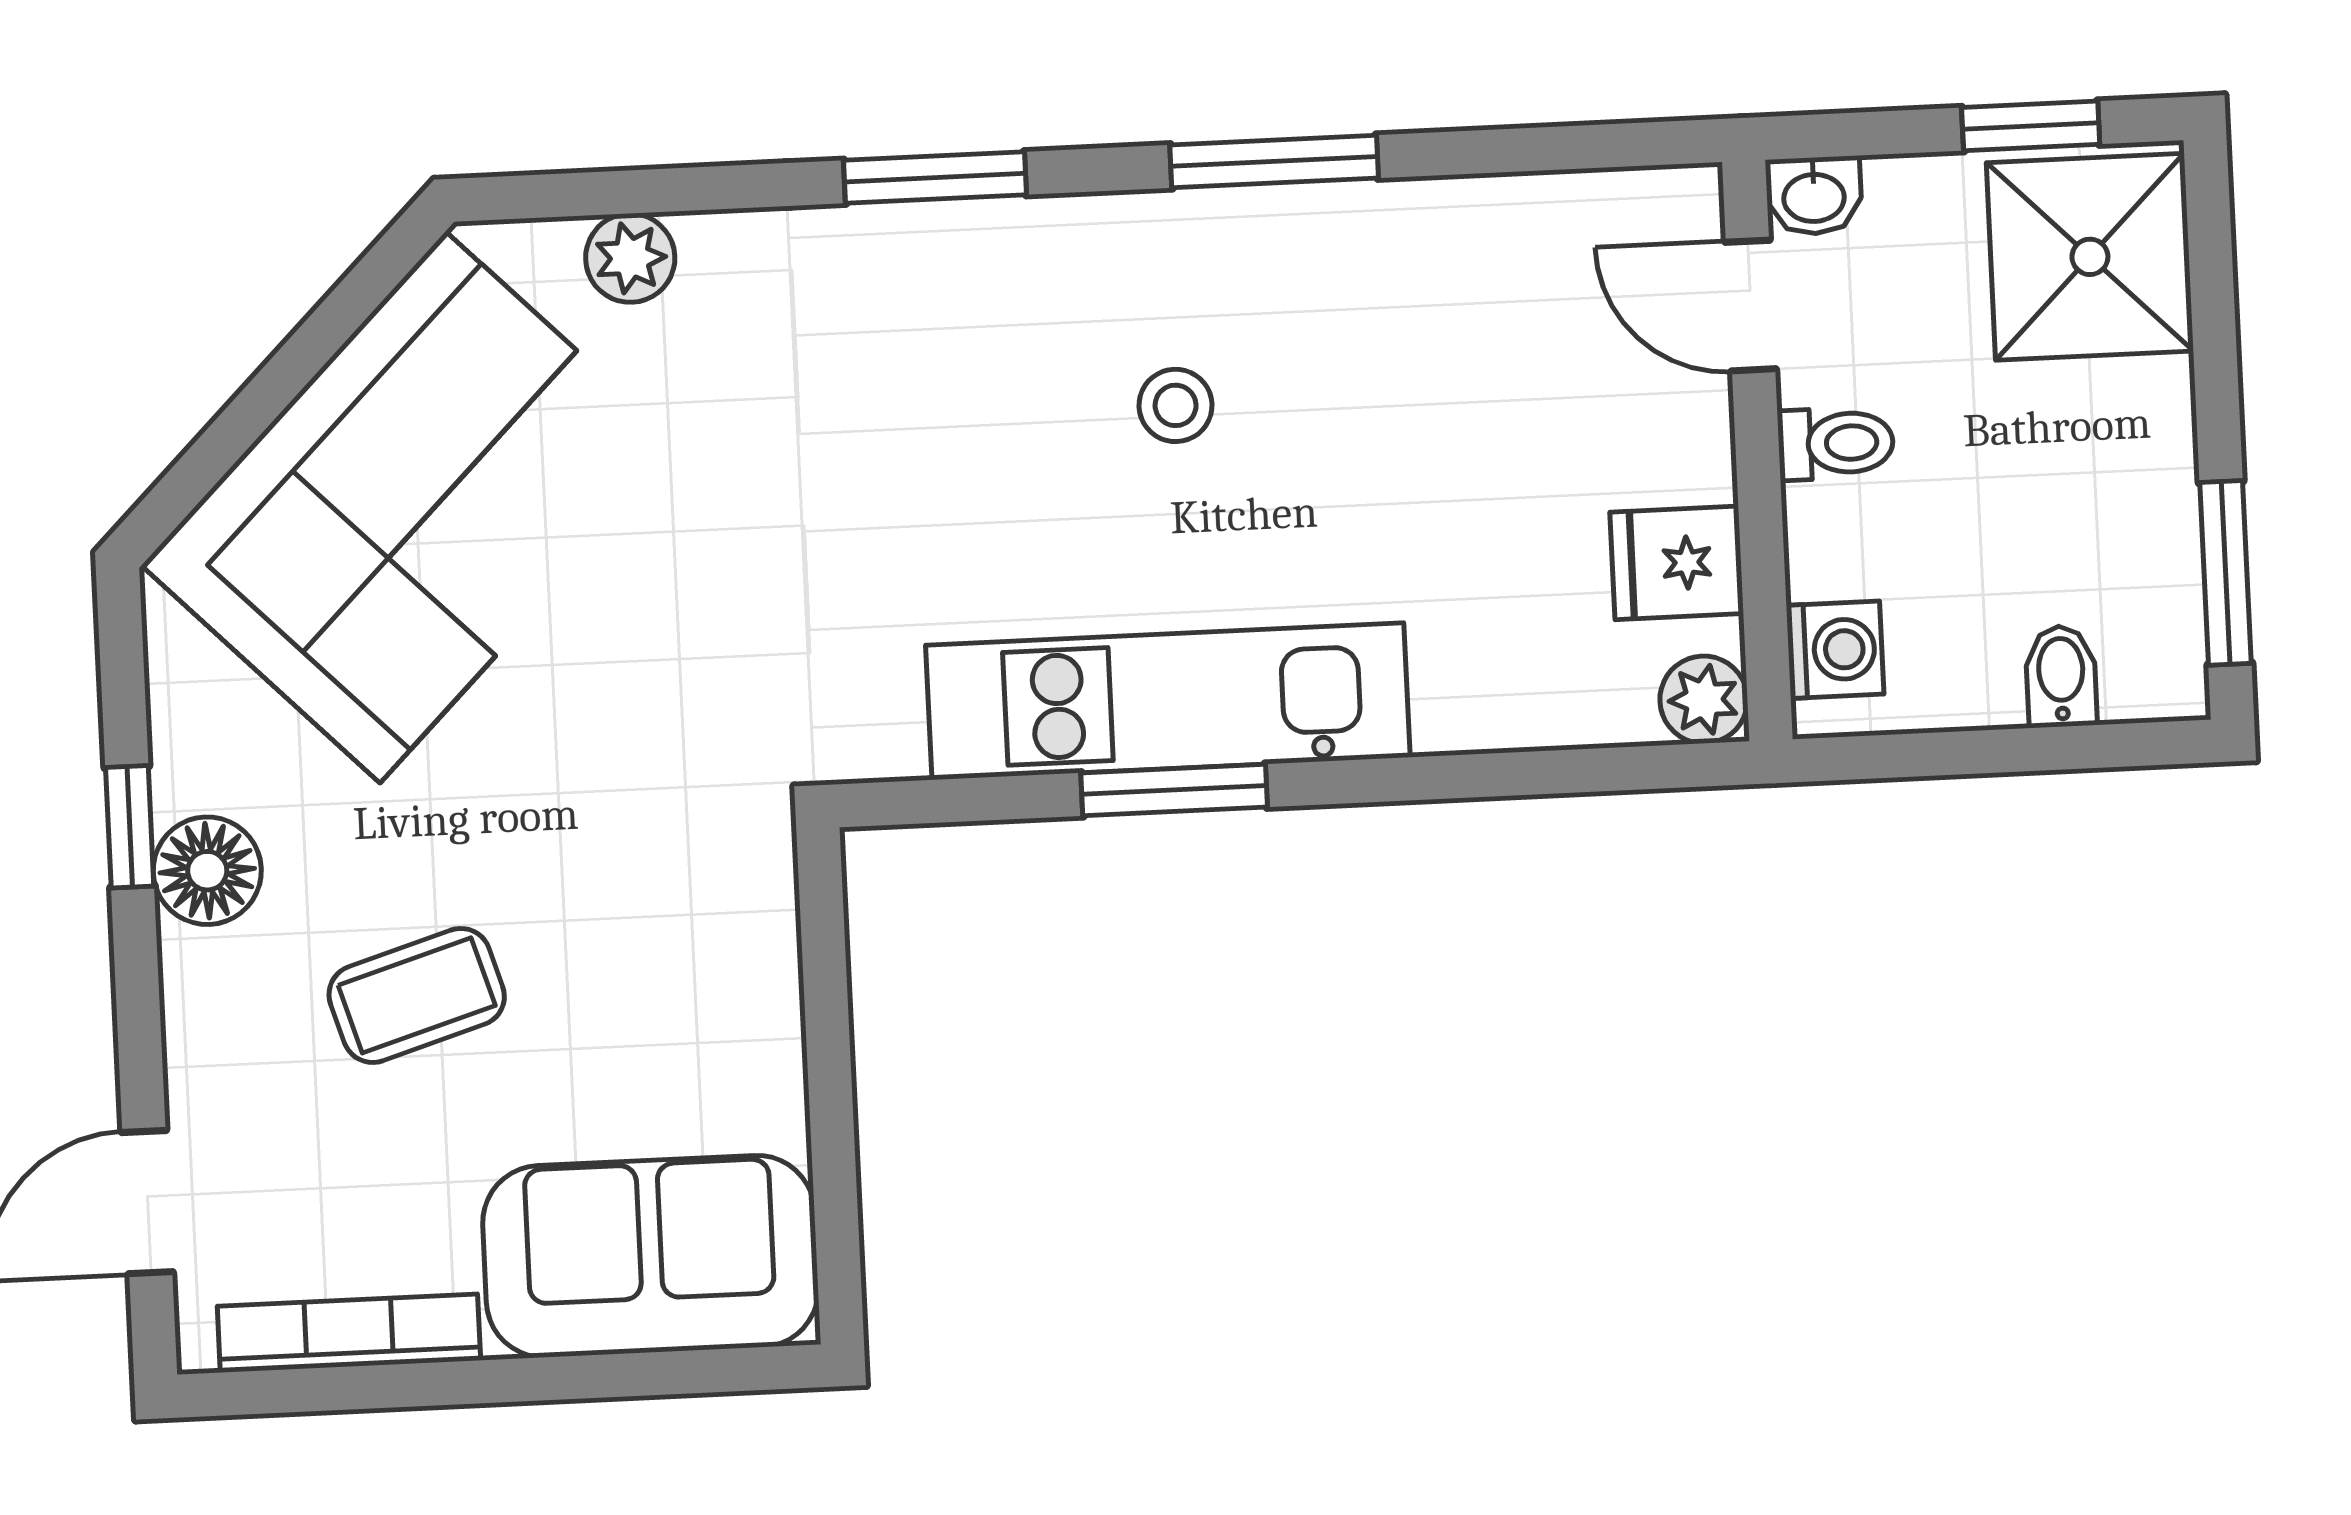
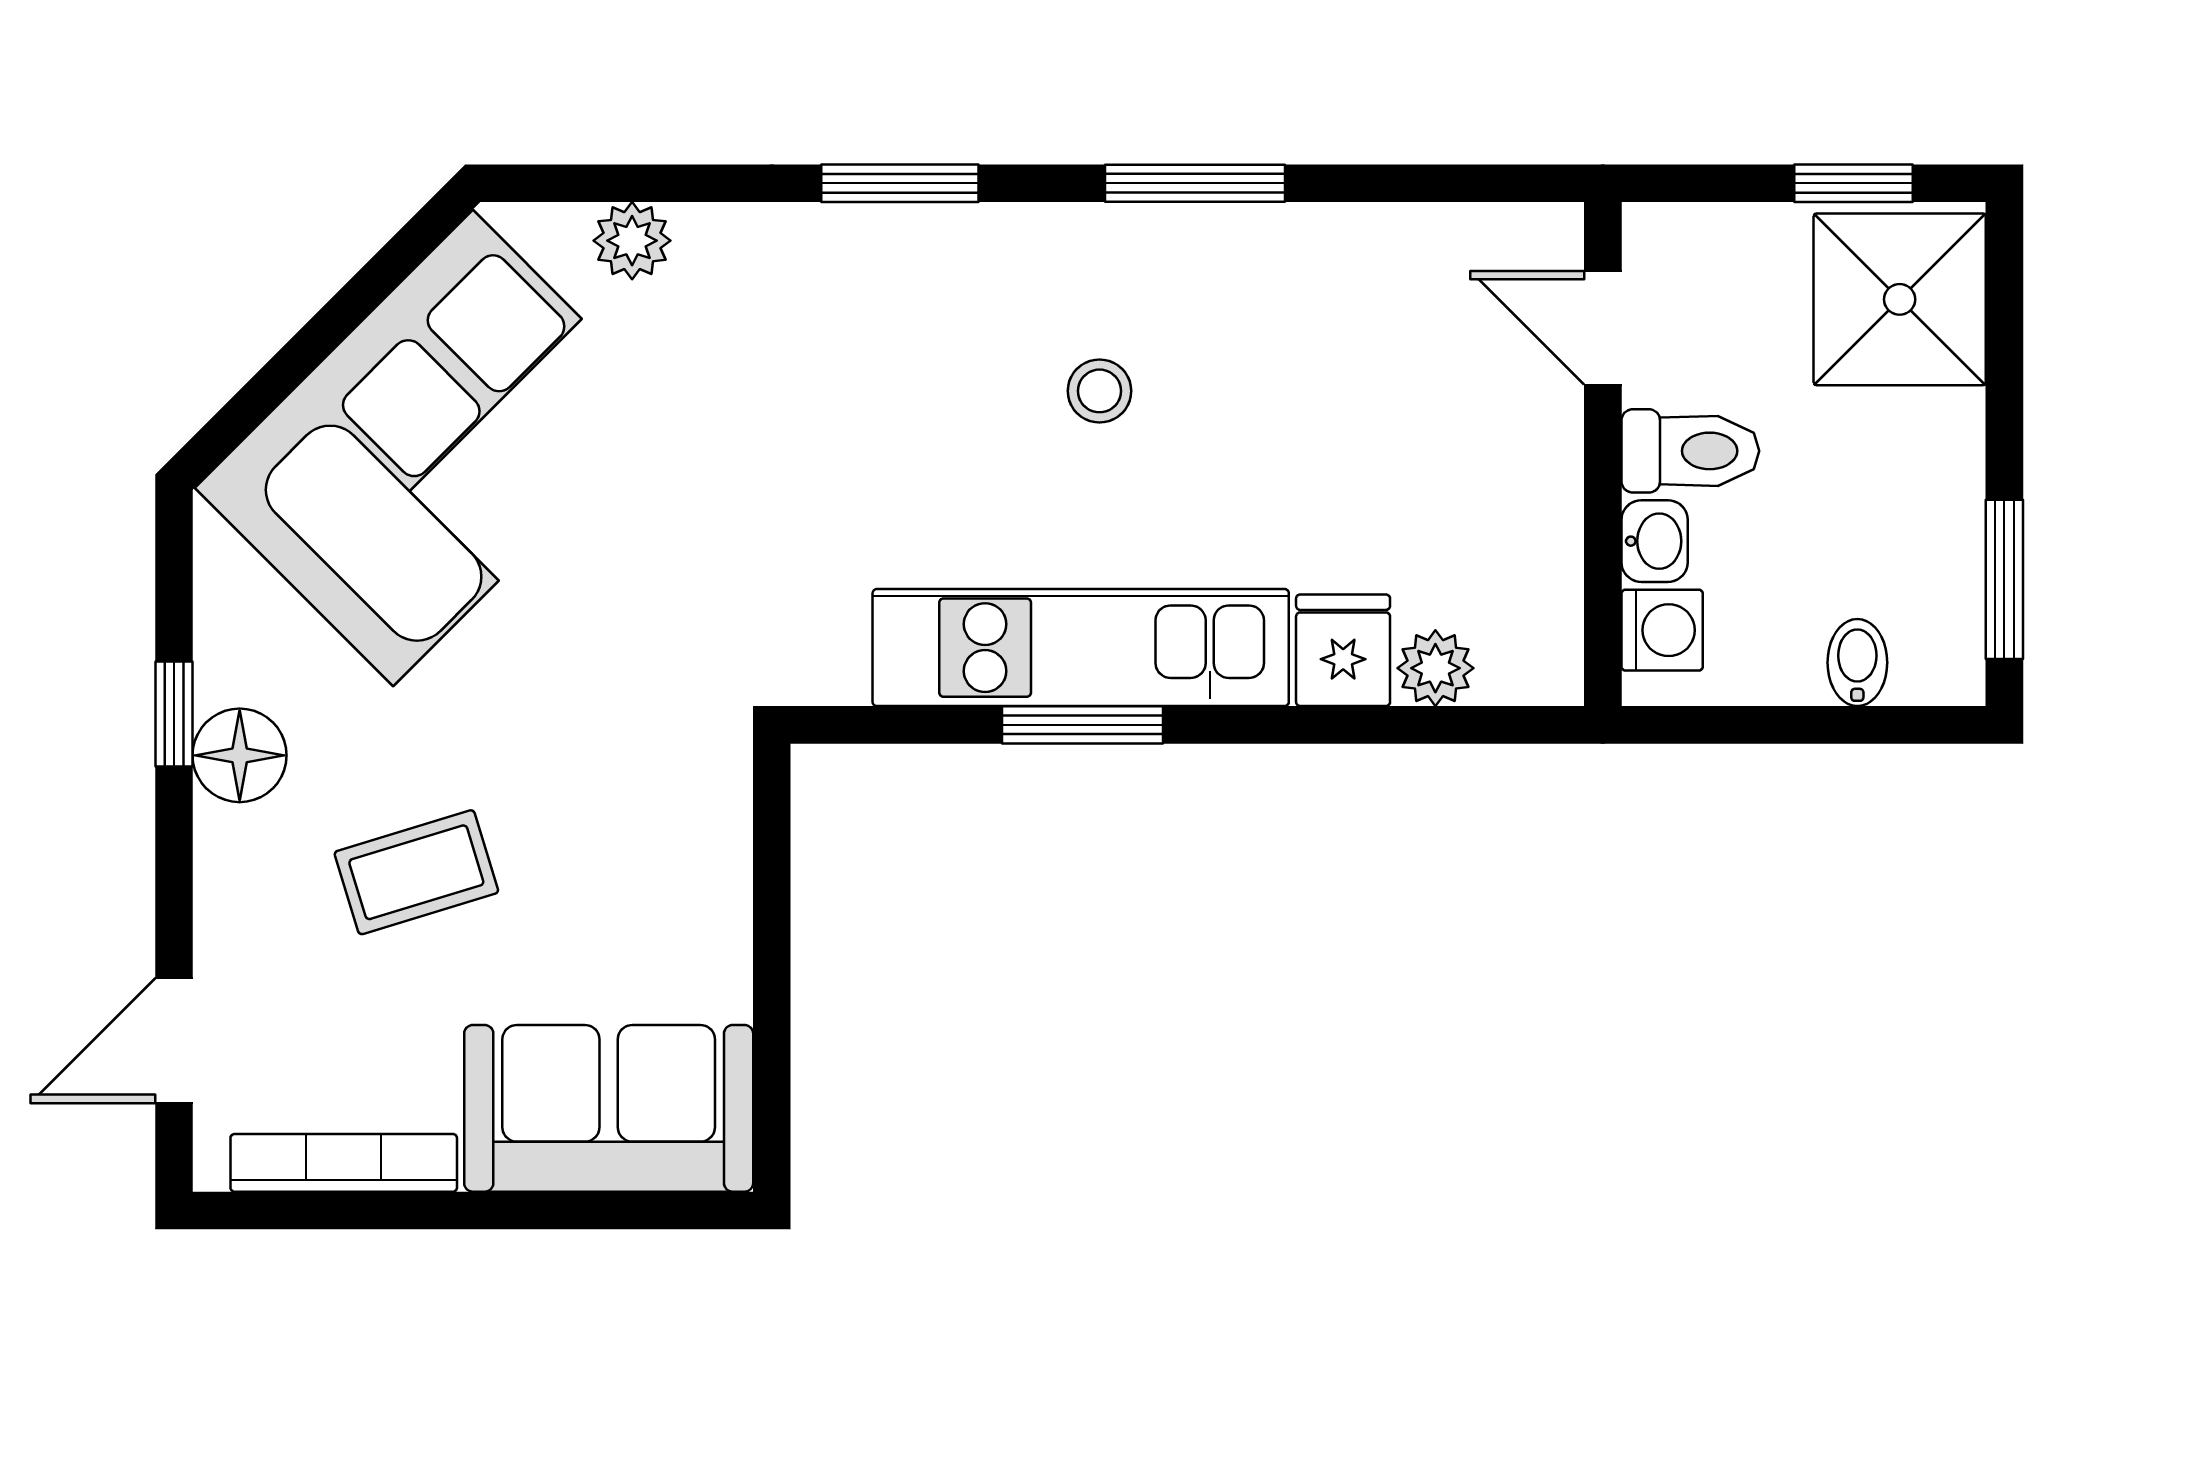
washbasin: (1814, 196) -> (1655, 541), moved, turned -90
toilet: (1836, 443) -> (1690, 451), width x1.37, depth x1.39
fridge: (1677, 563) -> (1343, 650), moved, turned 90
plant: (1704, 700) -> (1435, 668), moved

